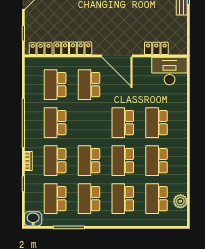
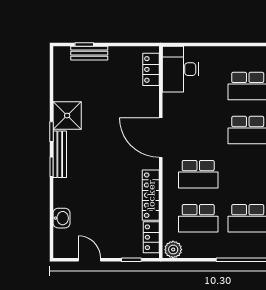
locker: (156, 48) -> (151, 69), moved
door: (117, 56) -> (161, 138), swing flipped
plant: (31, 65) -> (173, 250), added

